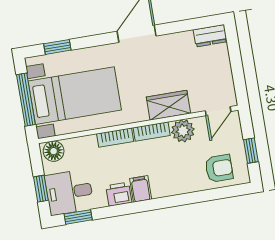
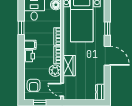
window: (57, 47) -> (107, 29), moved
printer: (119, 194) -> (29, 56), moved
window: (78, 217) -> (21, 28), moved

